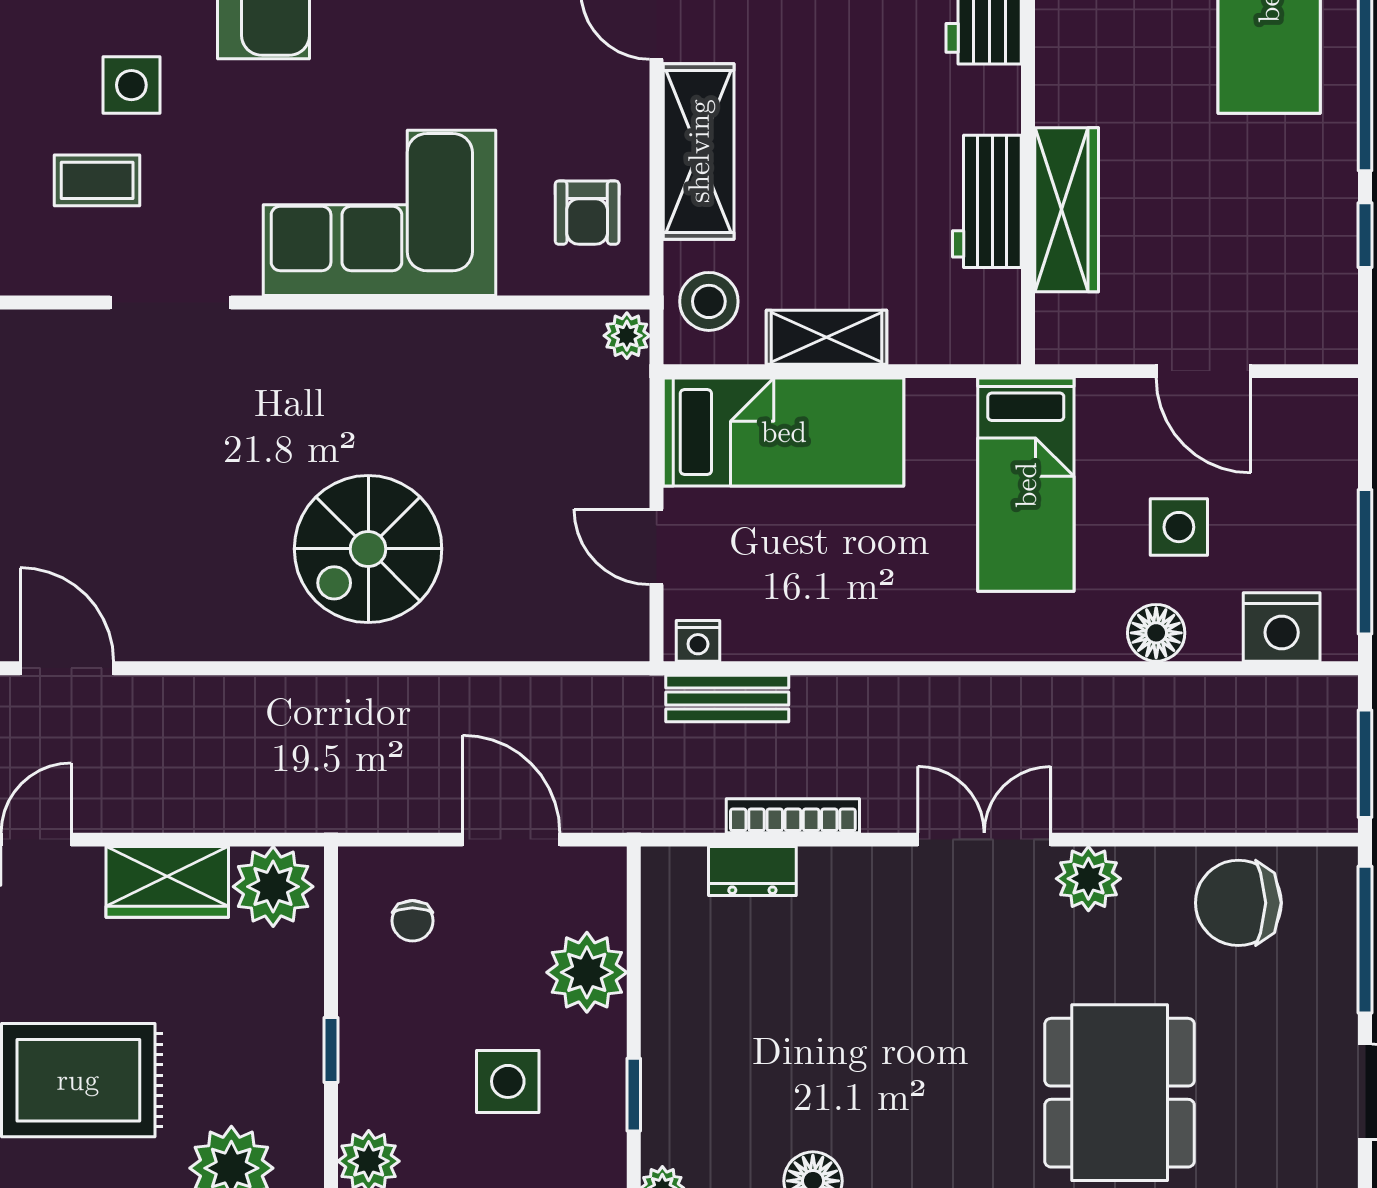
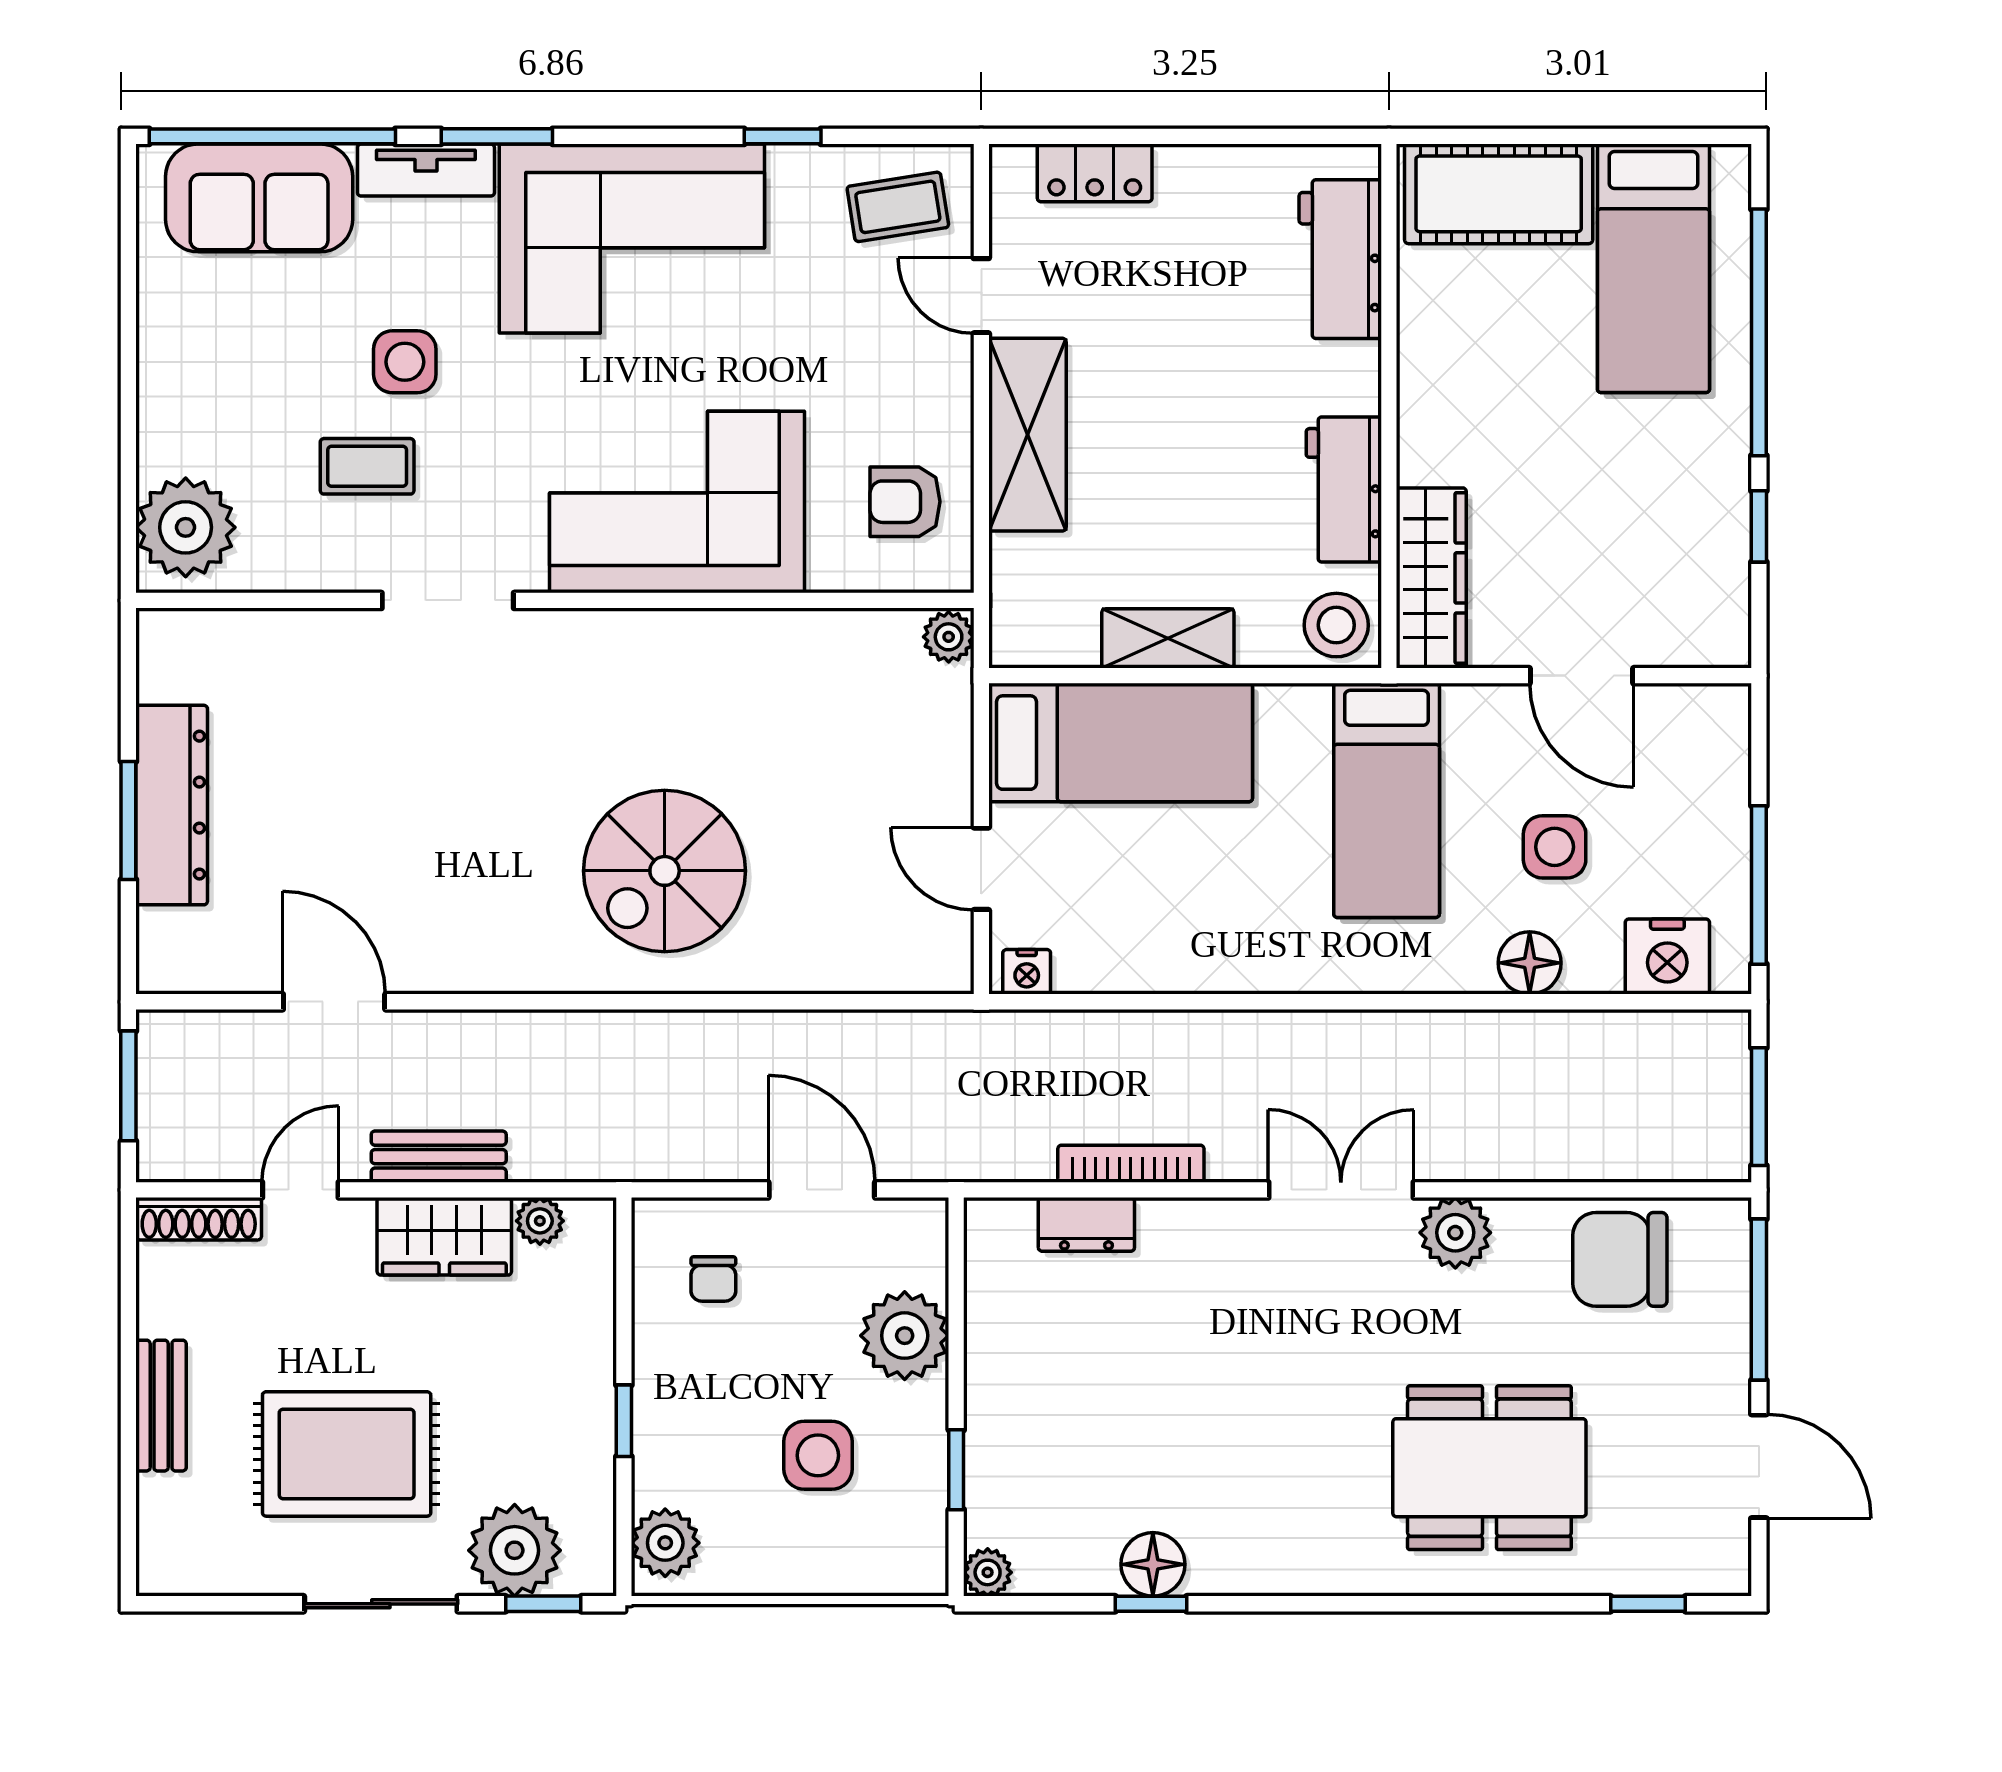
wardrobe: (1067, 210) -> (1431, 578), moved
armchair: (587, 213) -> (905, 502), turned 90
stool: (709, 301) -> (1336, 625), moved
bench: (727, 699) -> (439, 1157), moved
plant: (273, 887) -> (540, 1221), width x0.53, depth x0.53
dining table: (1120, 1093) -> (1489, 1468), turned 90

